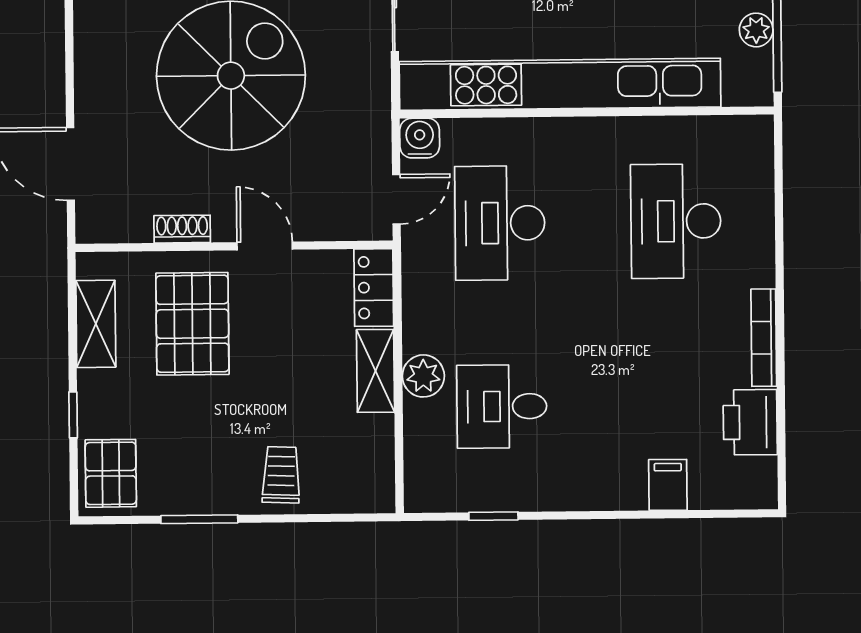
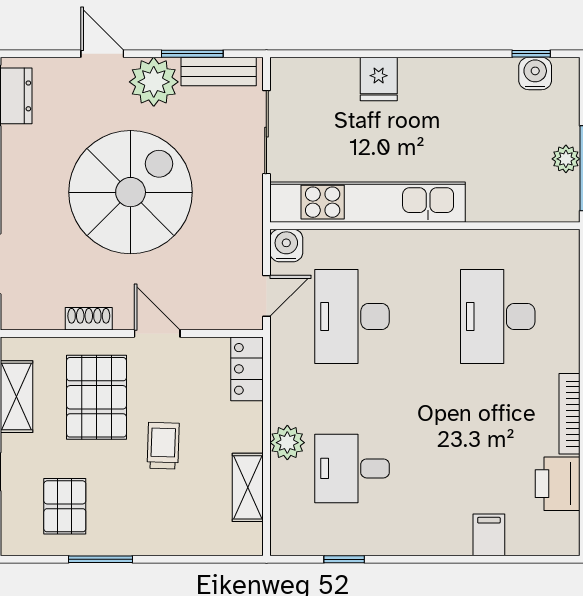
kitchen unit: (560, 84) -> (368, 202), width x0.73
shelving: (375, 371) -> (248, 487), moved
pallet: (111, 473) -> (65, 506), moved
trolley: (281, 475) -> (163, 446), moved

